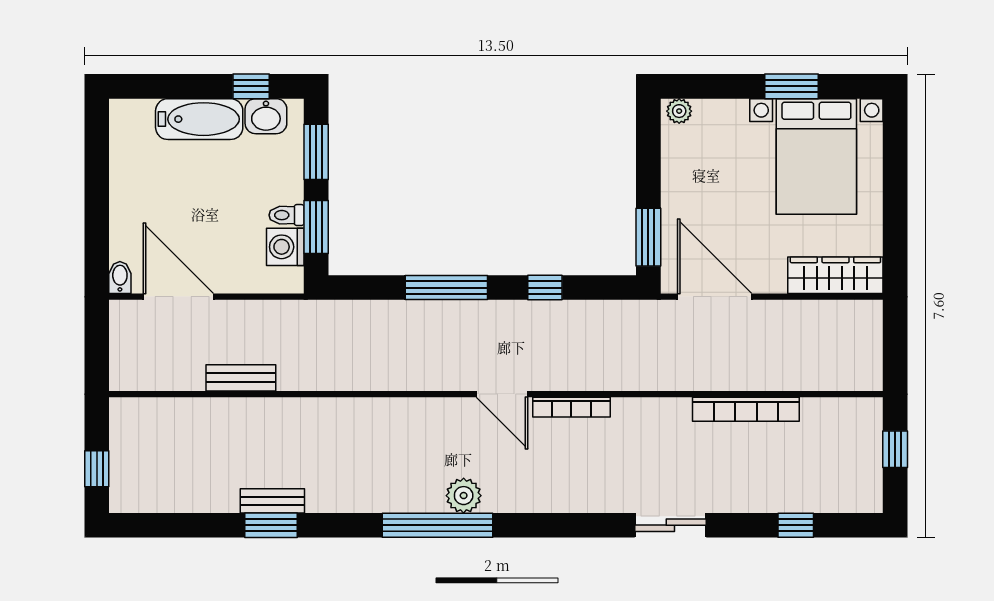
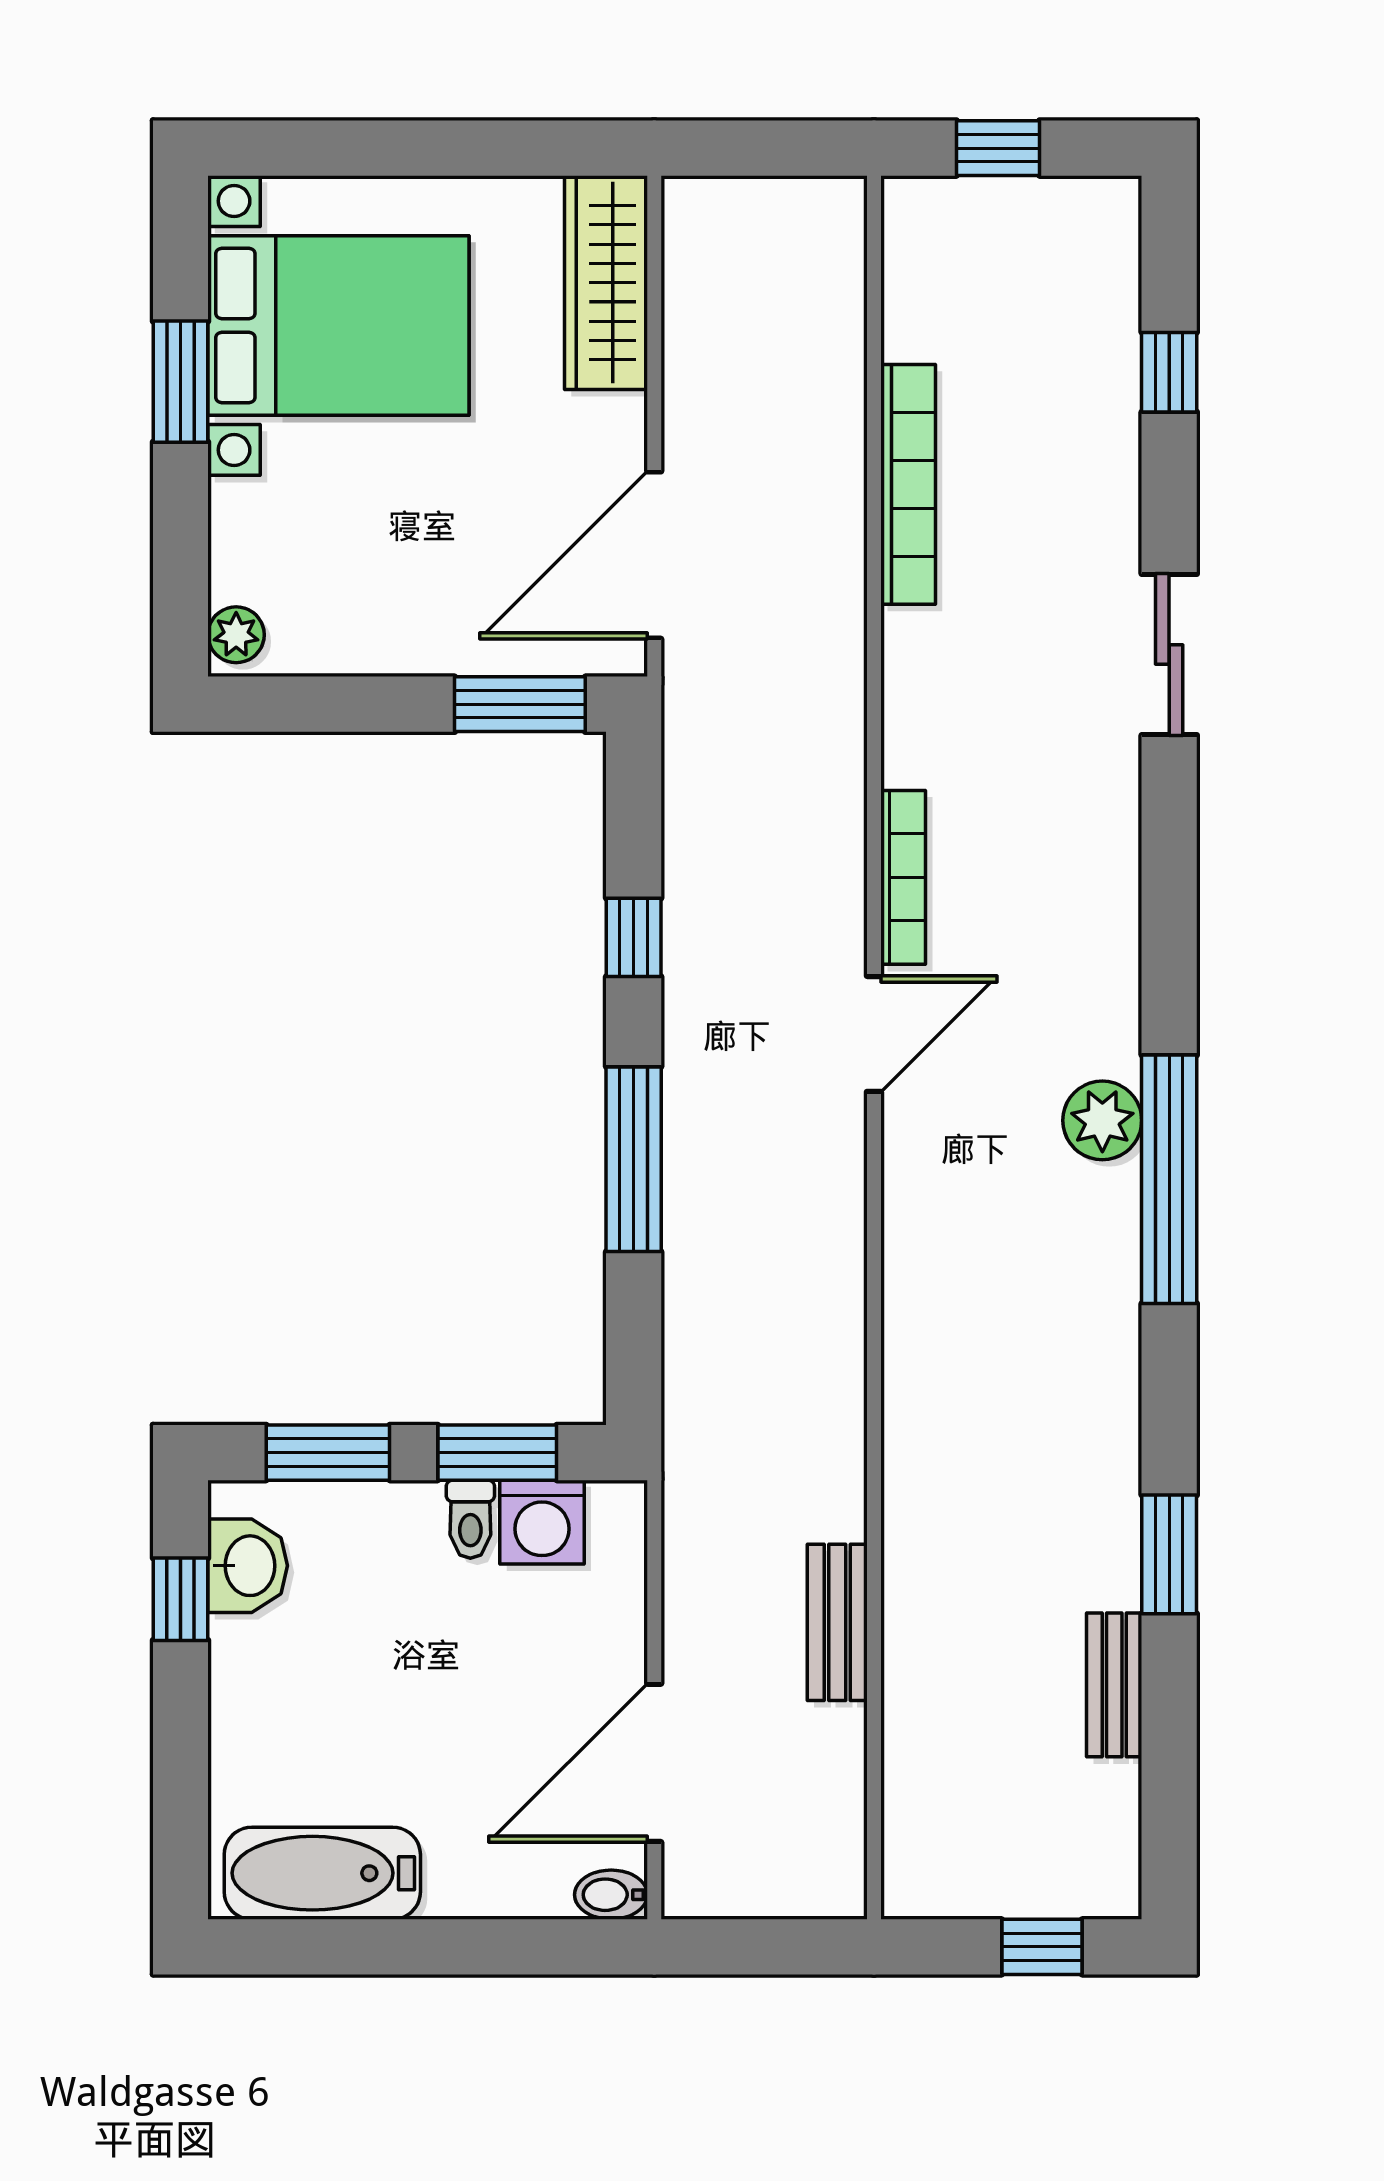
bathtub: (199, 119) -> (322, 1873), moved, turned -90
bench: (272, 501) -> (1114, 1685), moved

